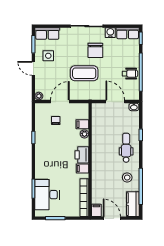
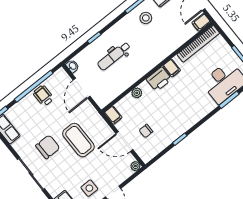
water cooler: (110, 33) -> (19, 146), removed
filing cabinet: (82, 124) -> (113, 115), moved
dental chair: (126, 148) -> (114, 56), moved

